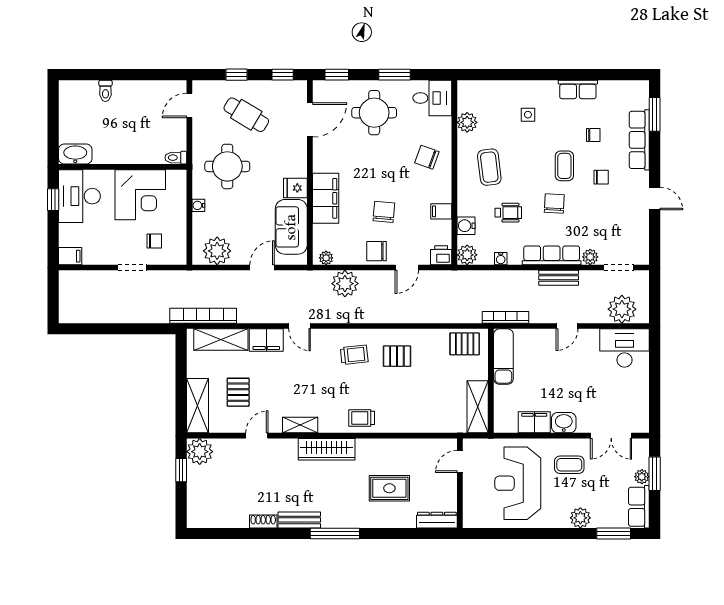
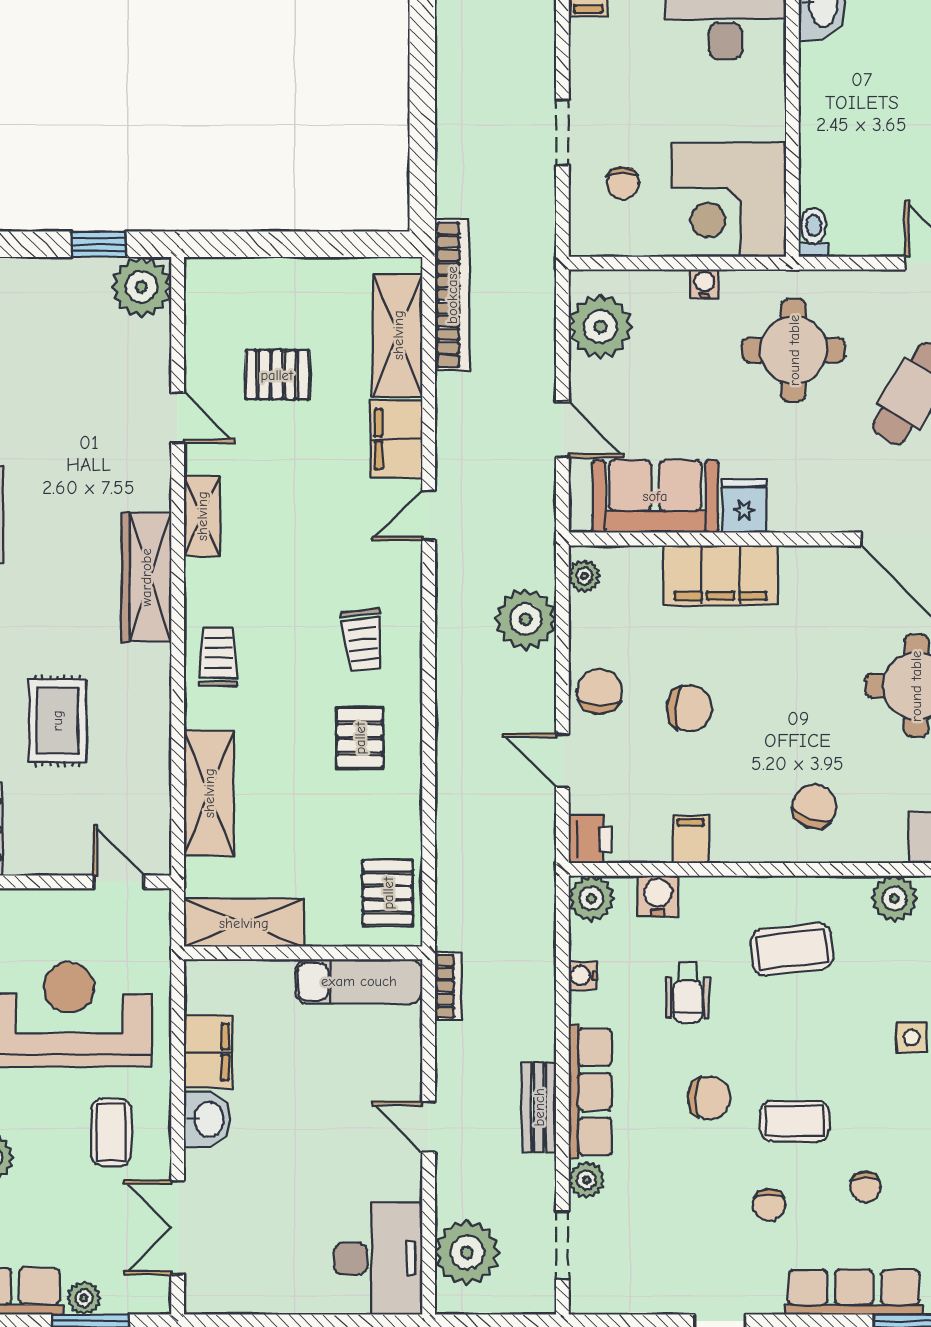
corner desk: (140, 195) -> (729, 200), moved
bookcase: (506, 317) -> (448, 986), width x0.64
shelving: (197, 406) -> (209, 793), moved, turned 90

